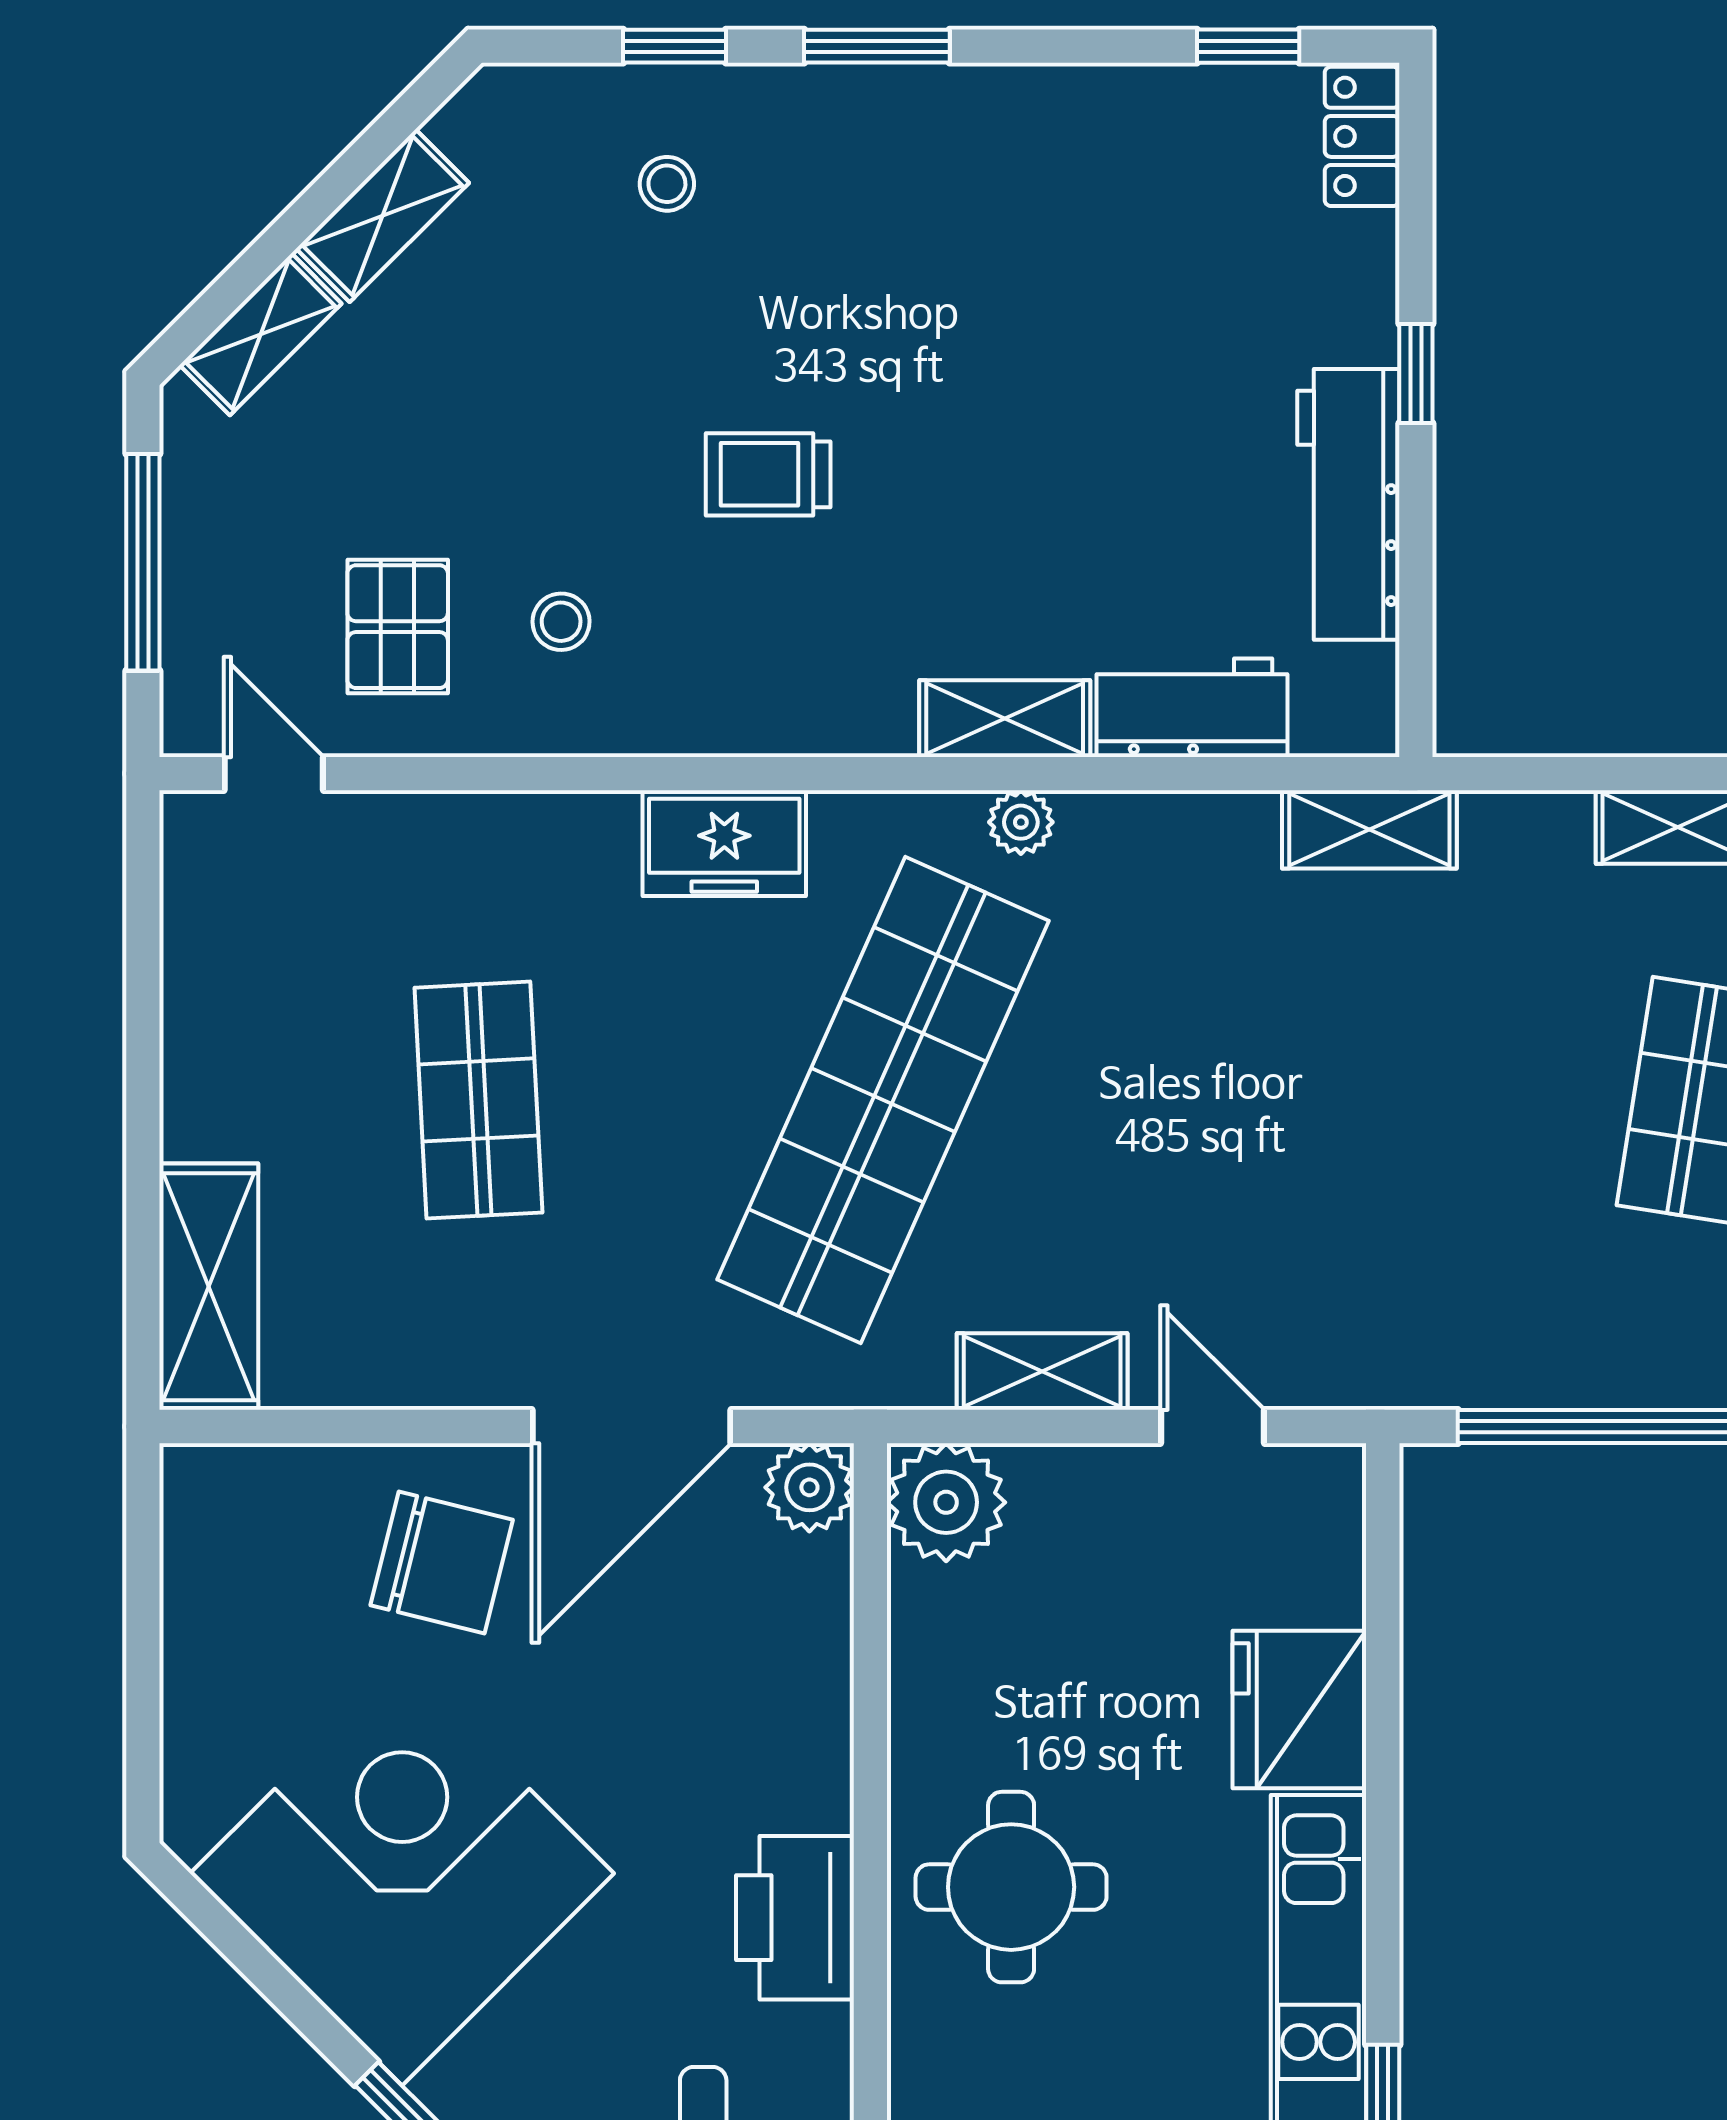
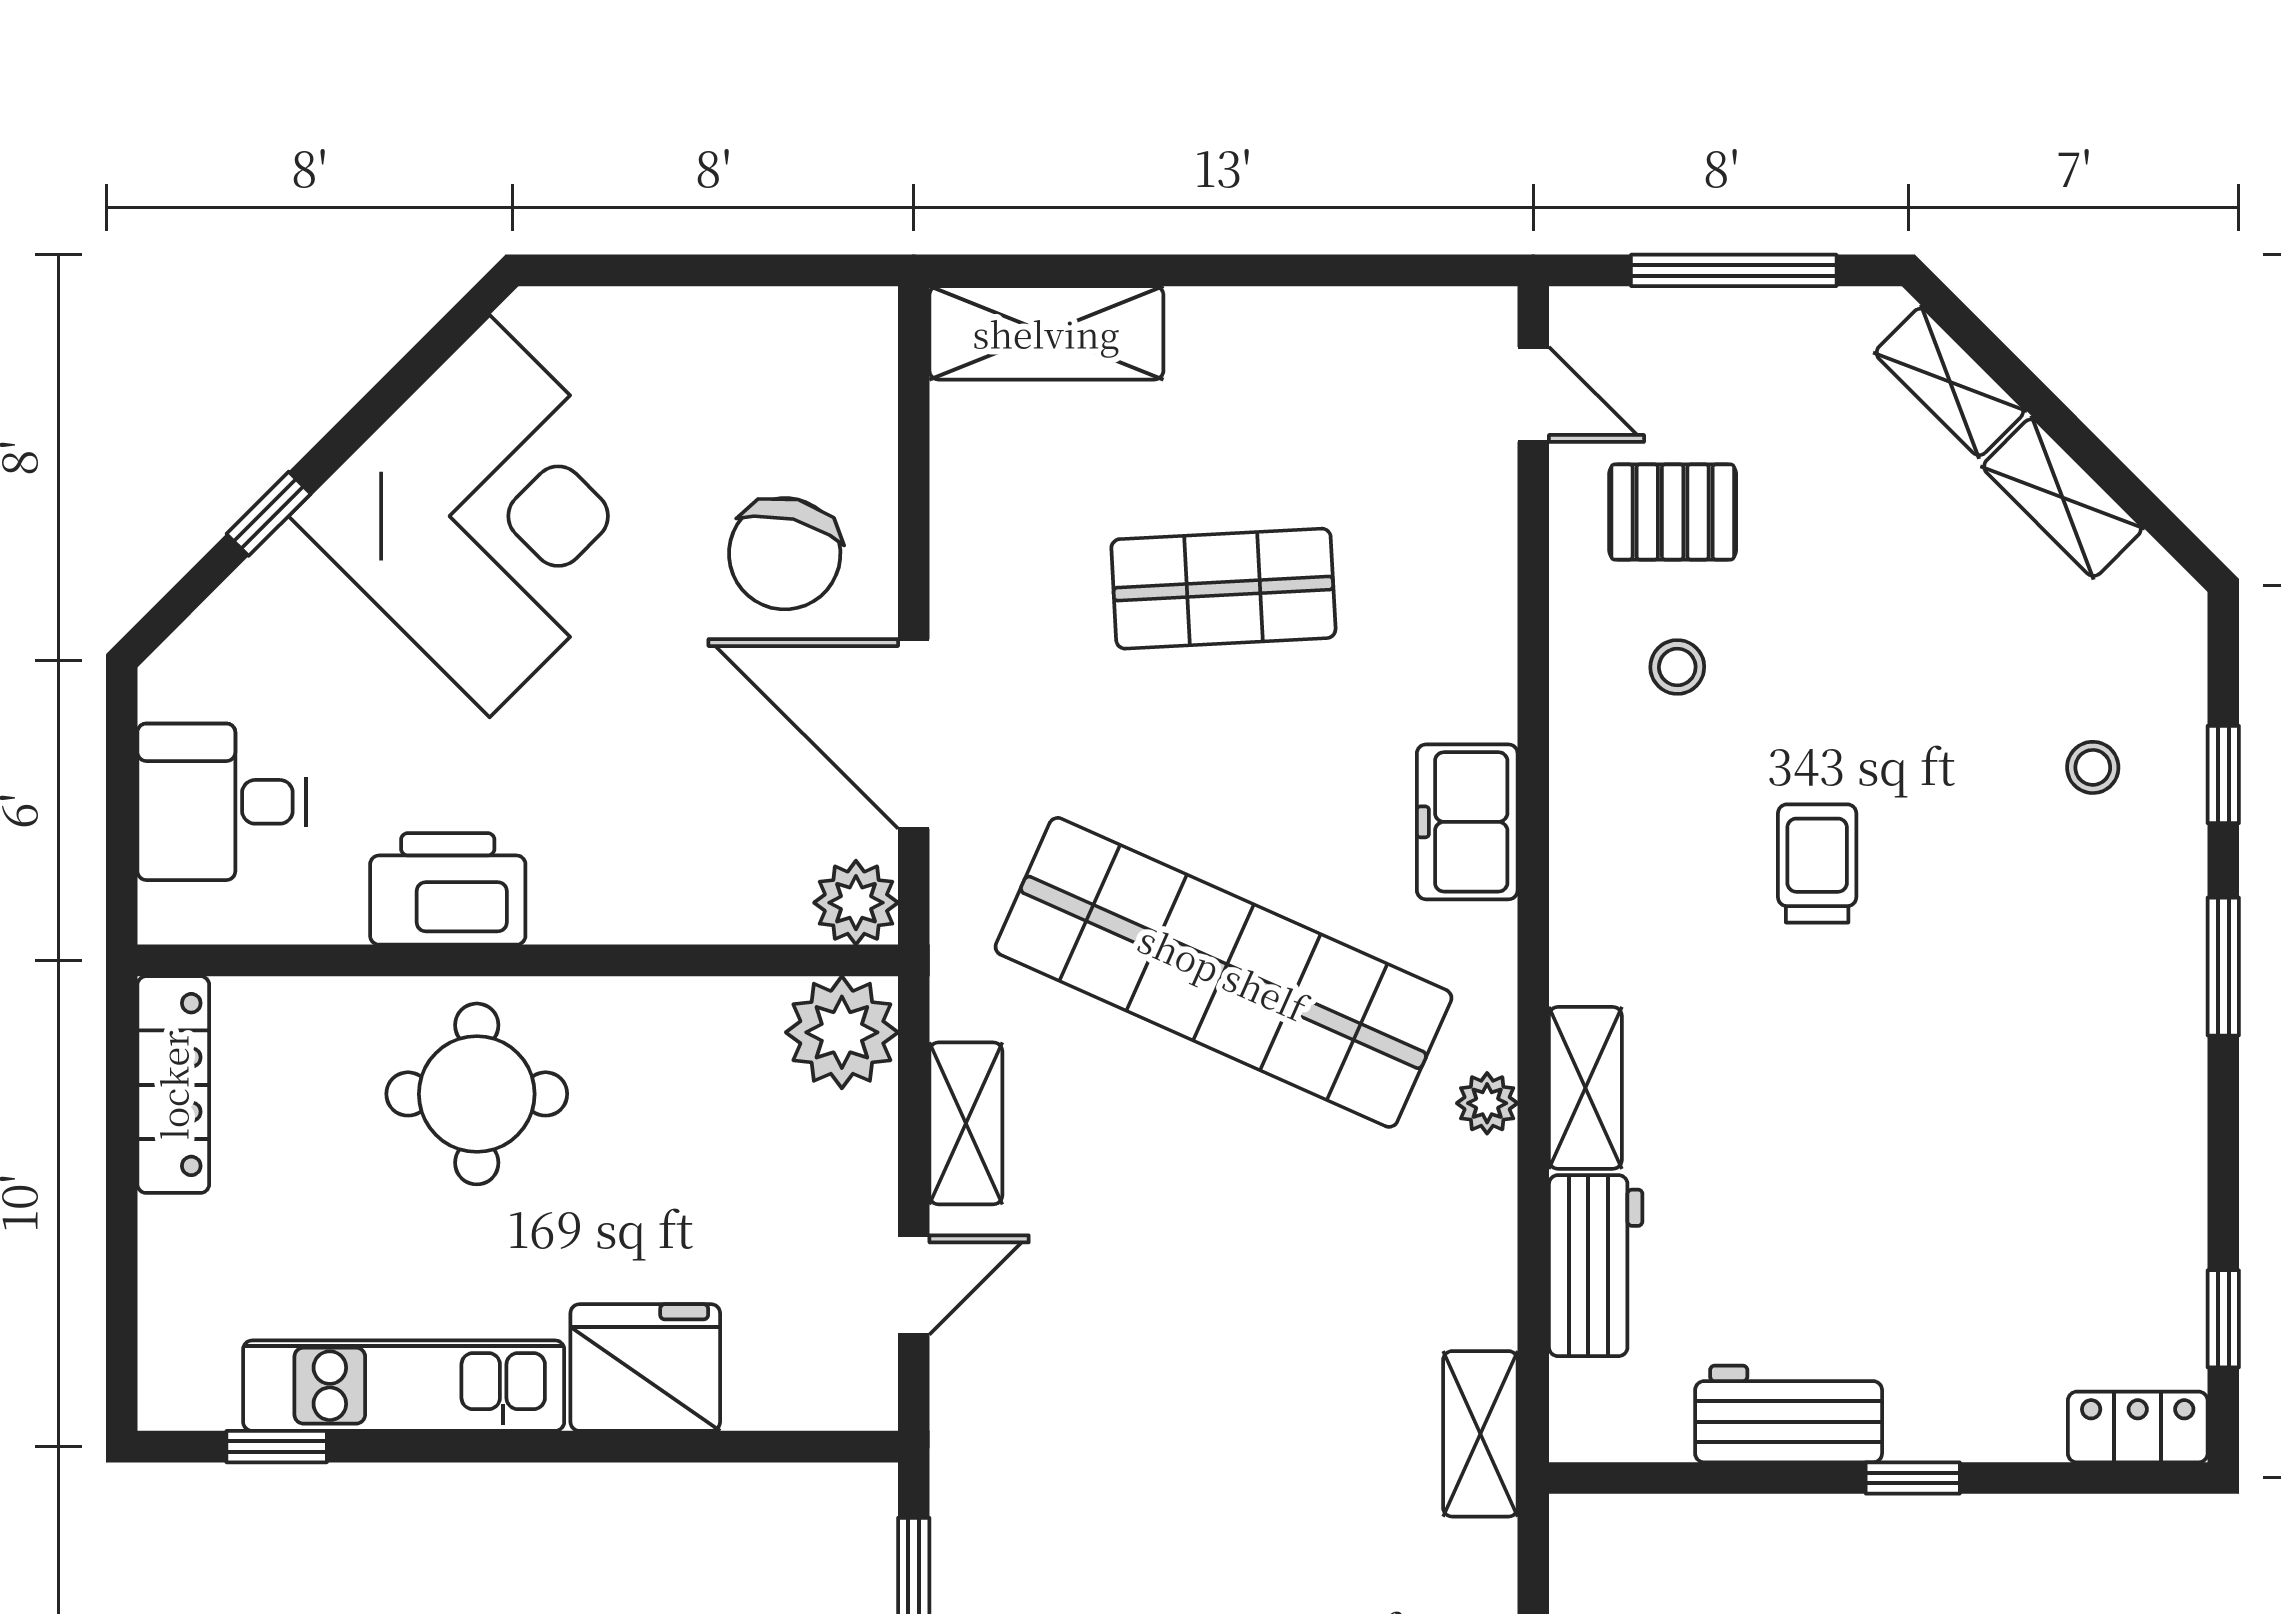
workbench: (1348, 504) -> (1789, 1414), width x0.73
door: (274, 774) -> (1533, 394), hinge flipped

